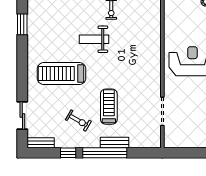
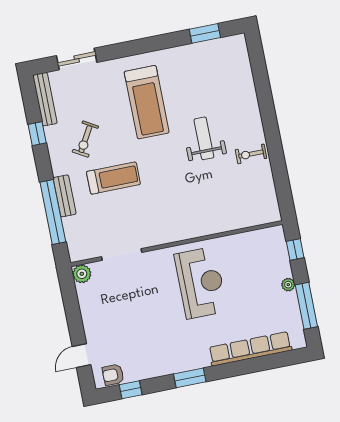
treadmill: (61, 74) -> (147, 102), turned 180
plant: (170, 141) -> (82, 274), added
bench: (41, 143) -> (45, 99), width x1.36
window: (105, 153) -> (53, 212), moved

